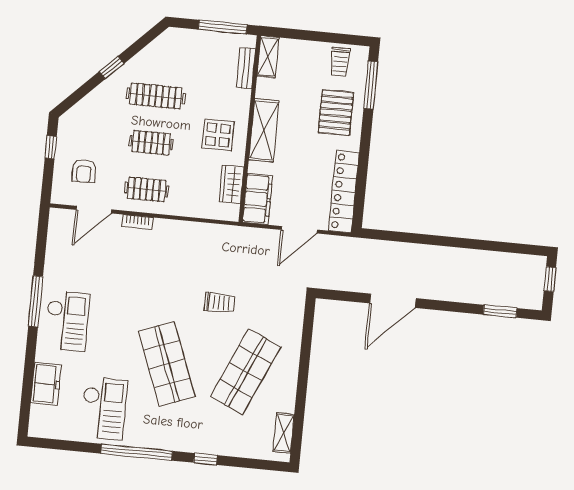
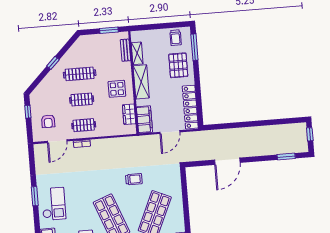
window: (223, 27) -> (109, 30), width x0.69
shelving: (268, 57) -> (137, 53), moved
window: (36, 301) -> (35, 196), width x0.69

